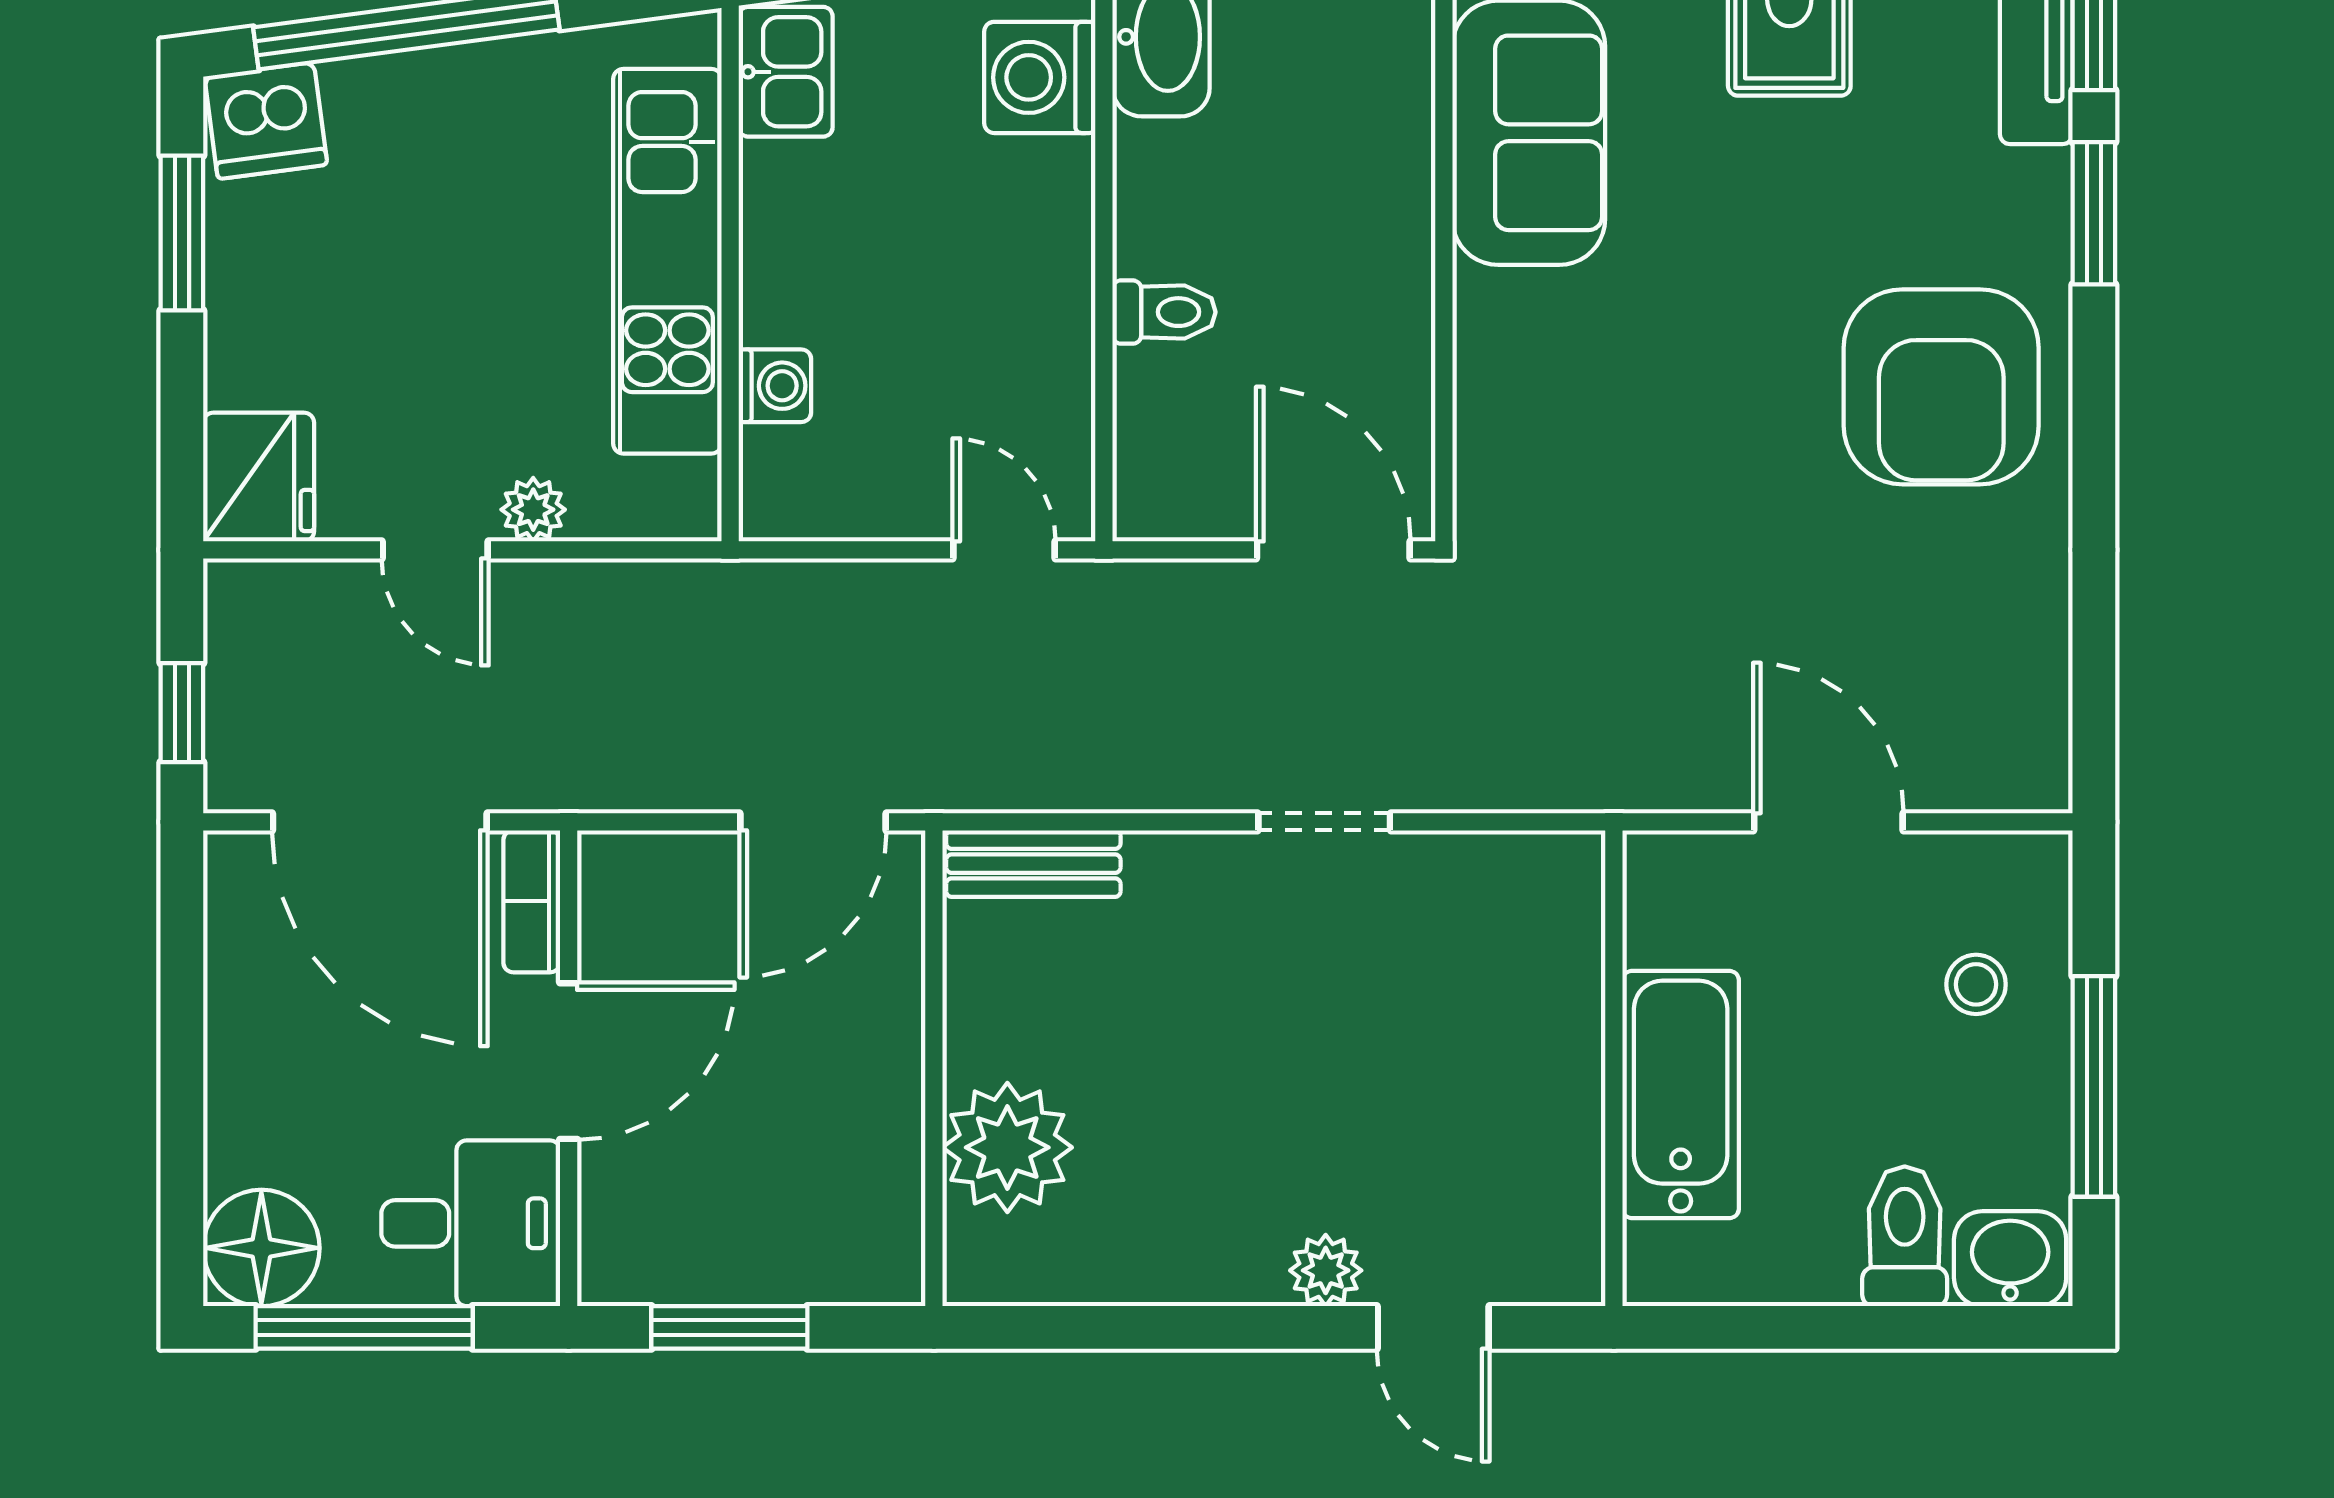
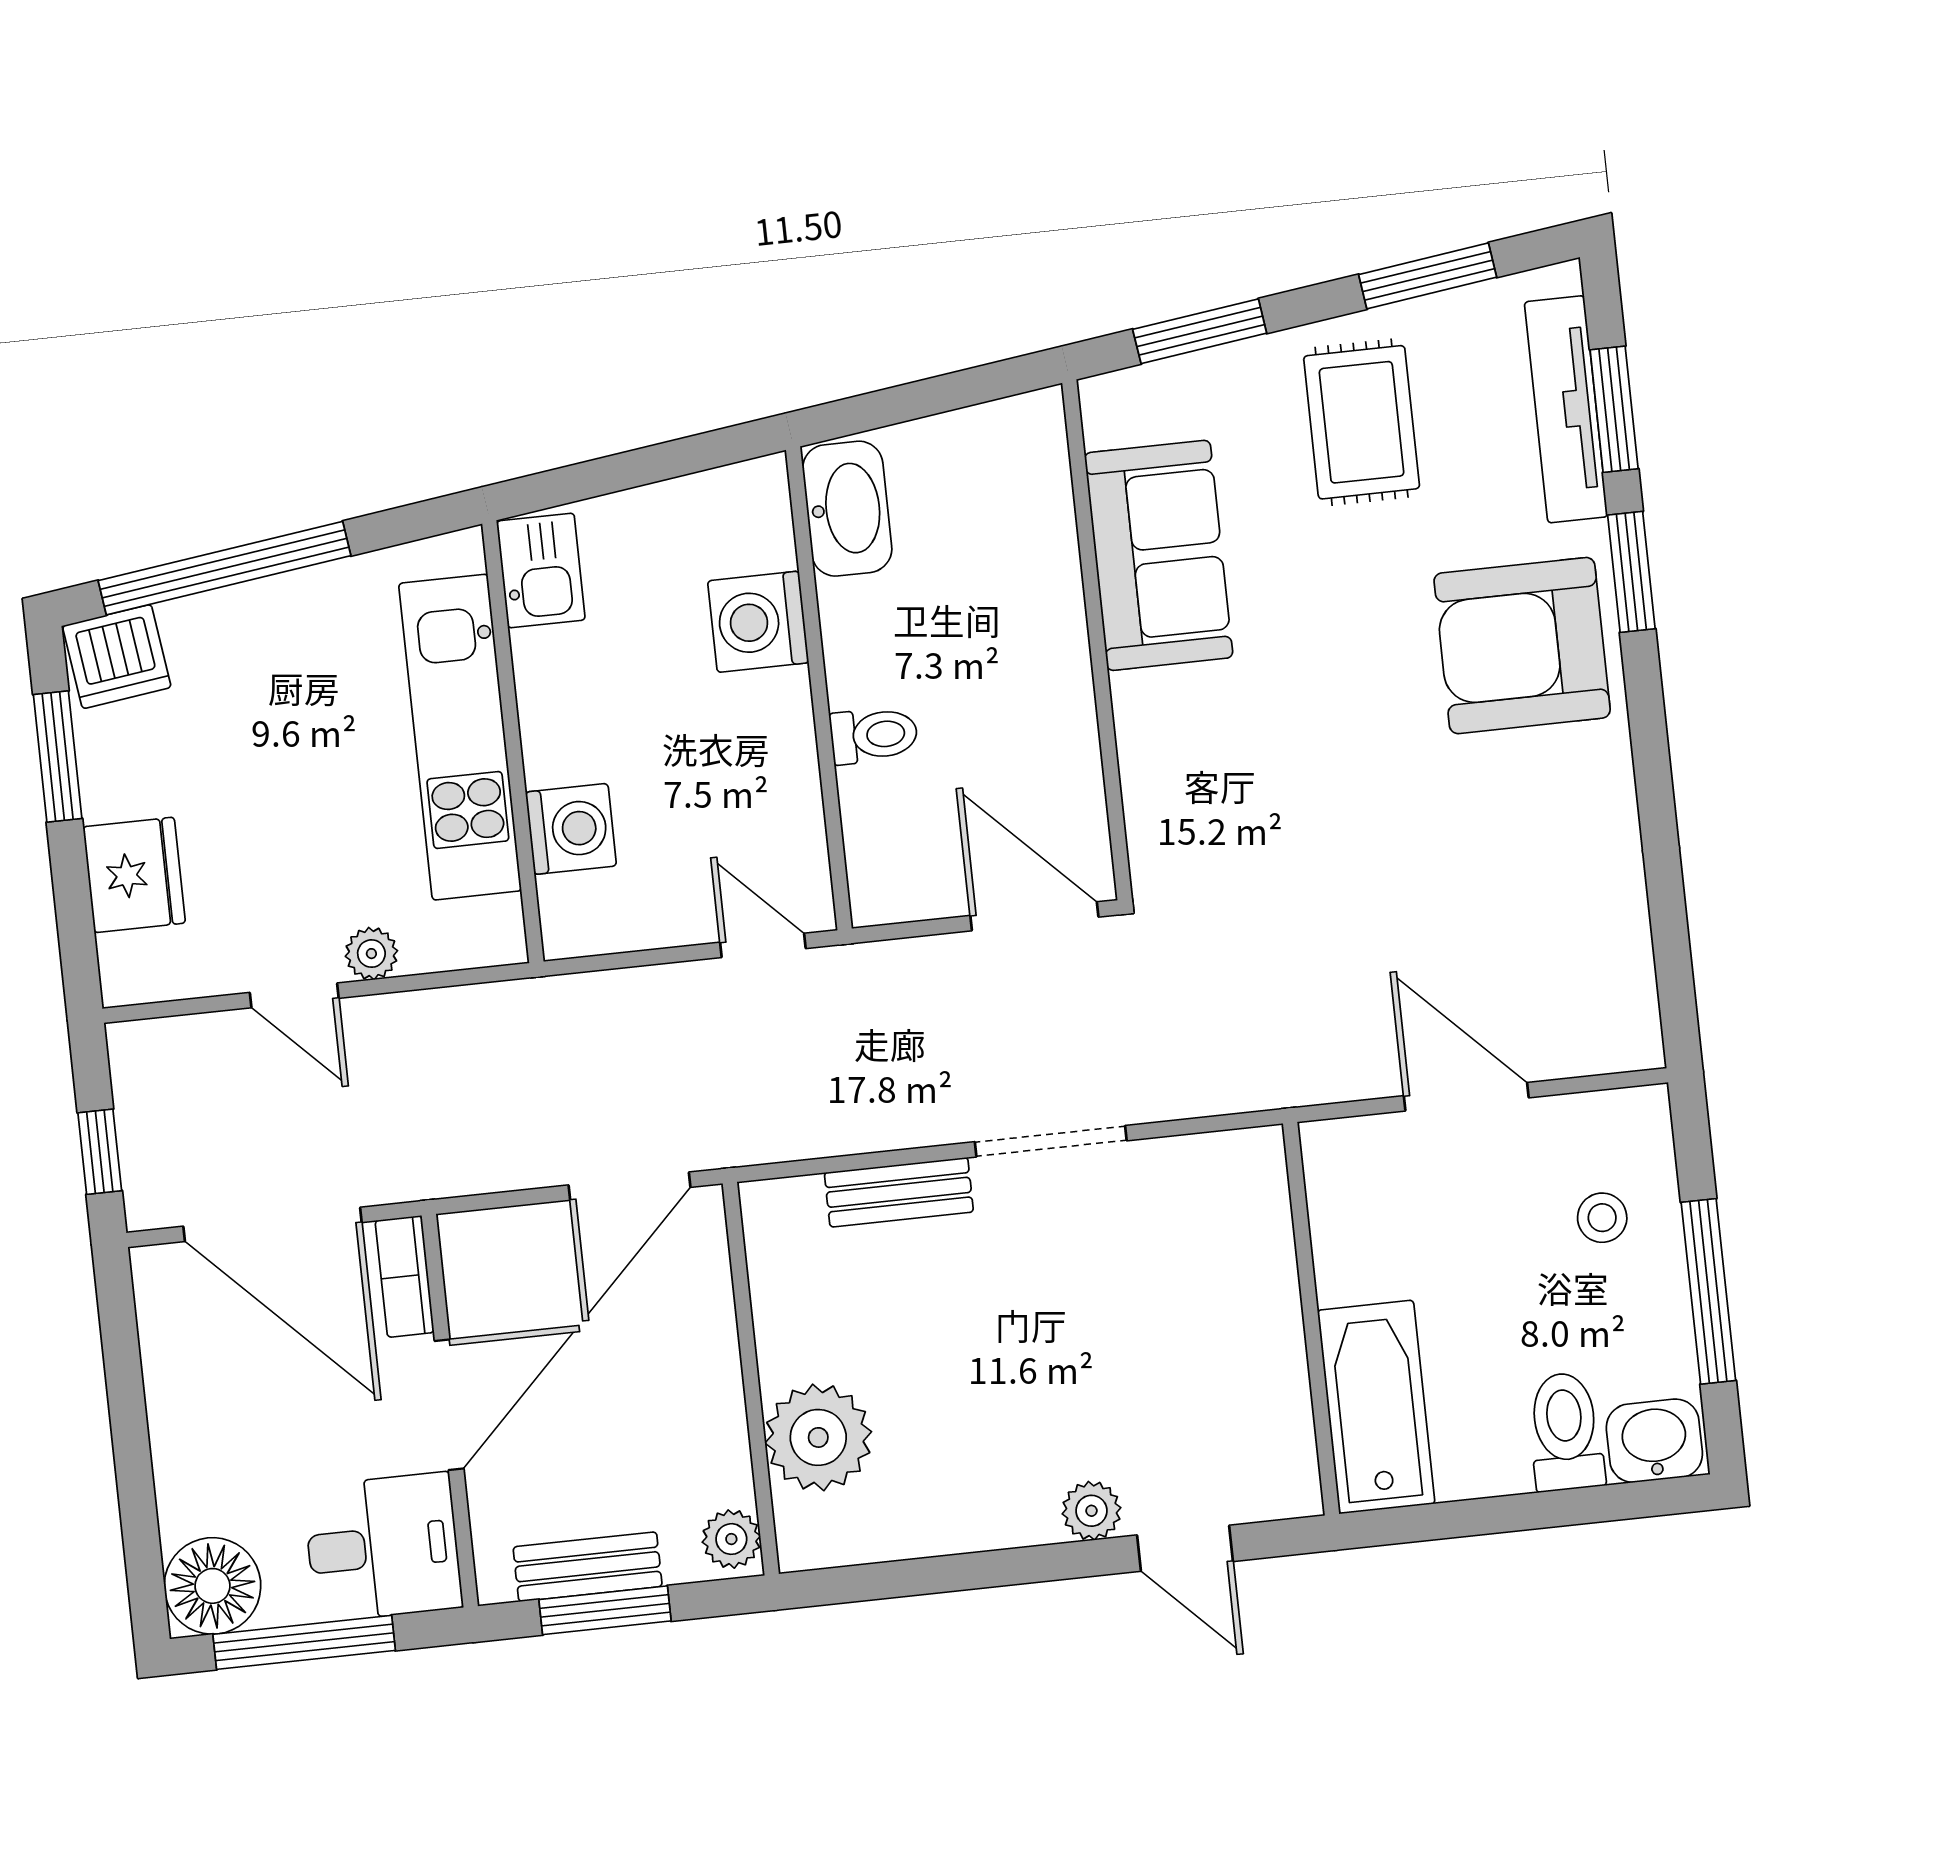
washing machine: (1040, 77) -> (758, 622), moved
washing machine: (775, 386) -> (571, 829), width x1.38, depth x1.38
armchair: (1941, 387) -> (1522, 646), moved, turned 90
fridge: (259, 477) -> (134, 875), moved
doorway: (1324, 822) -> (1051, 1141), width x1.38
bench: (1033, 864) -> (899, 1192), moved
bathtub: (1681, 1095) -> (1376, 1407), moved
plant: (890, 1258) -> (731, 1539), added
bench: (714, 1273) -> (588, 1567), added

